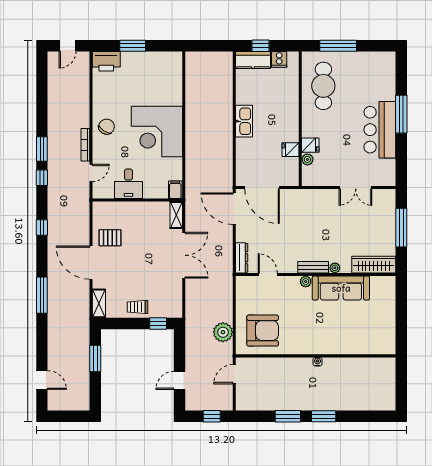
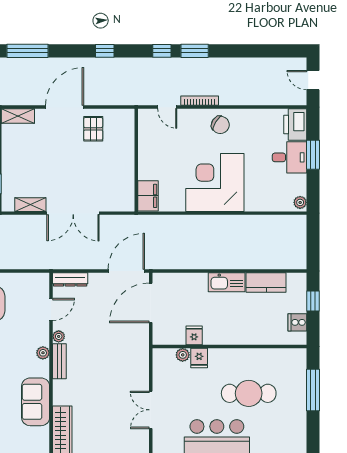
plant: (174, 57) -> (300, 202), added
kitchen counter: (253, 60) -> (266, 283), moved, turned -90
cafe table: (323, 86) -> (249, 393), moved
desk: (129, 184) -> (289, 157), moved, turned 180
filing cabinet: (175, 190) -> (148, 196), width x2.00
shelving: (176, 215) -> (30, 205), moved
plant: (335, 268) -> (59, 336), moved
sofa: (341, 288) -> (36, 402), width x0.73
trolley: (137, 307) -> (14, 160), removed

